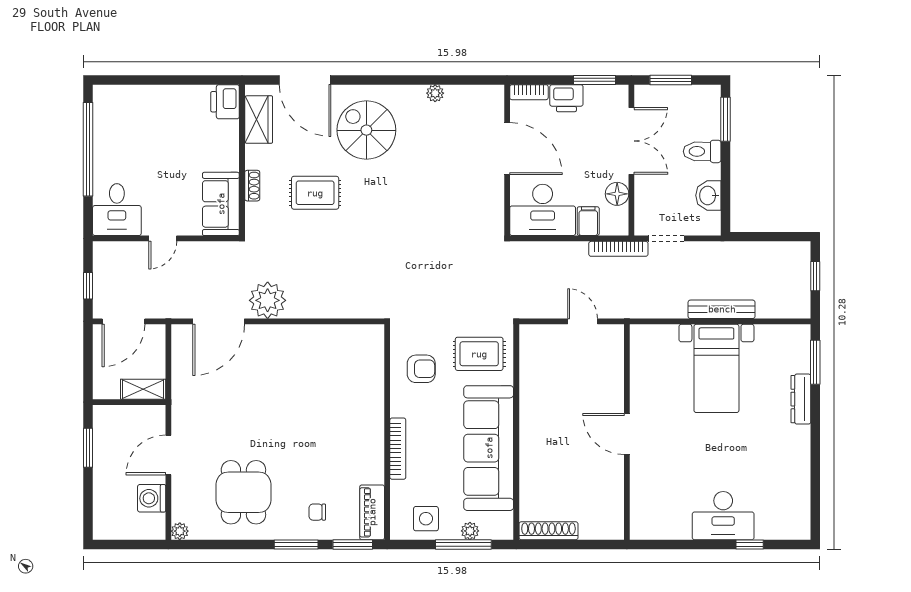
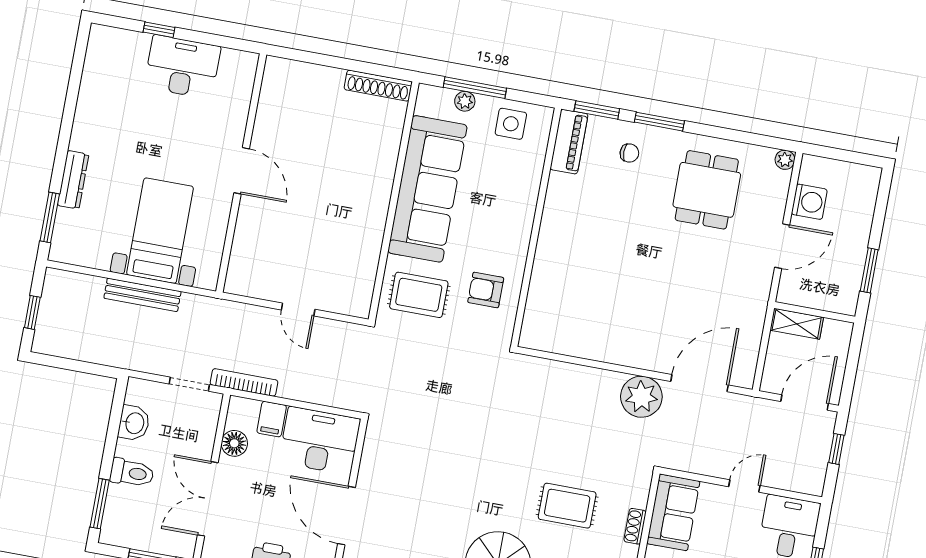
wall: (627, 432) -> (241, 173), moved
door: (627, 434) -> (242, 171), moved
bookcase: (398, 449) -> (528, 207), removed

